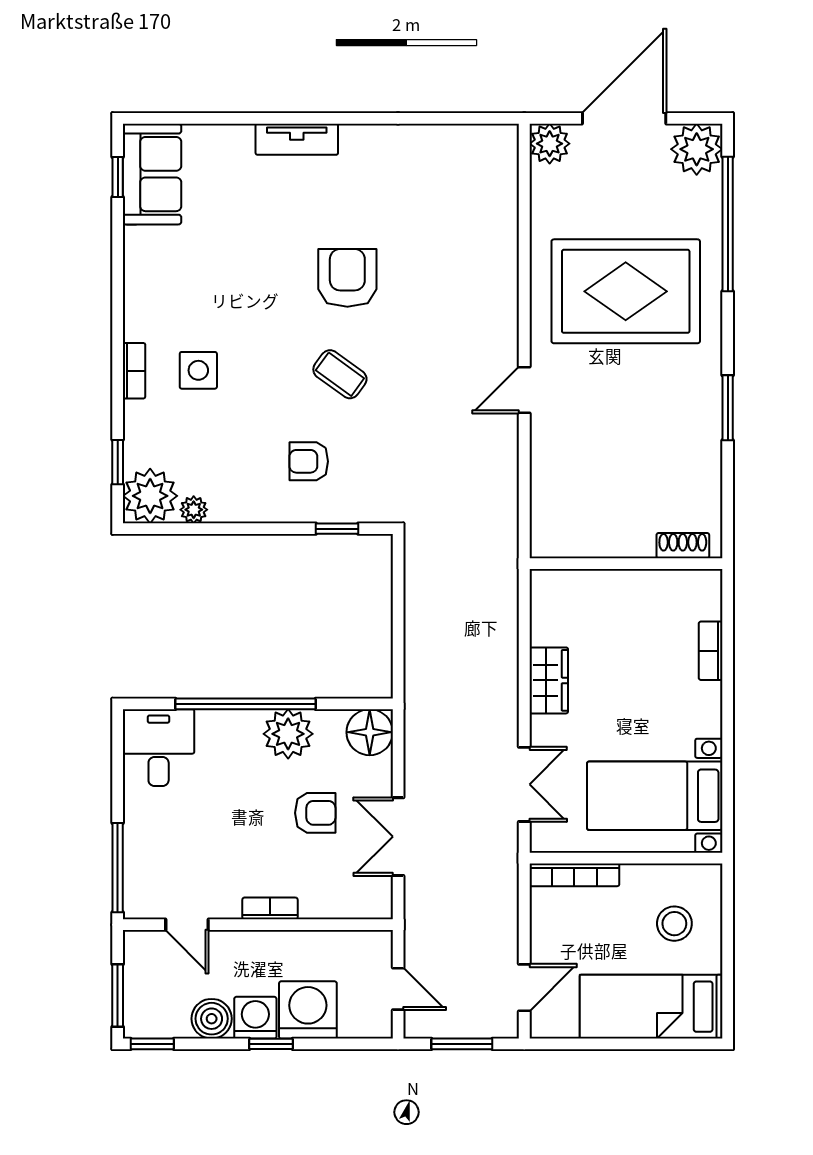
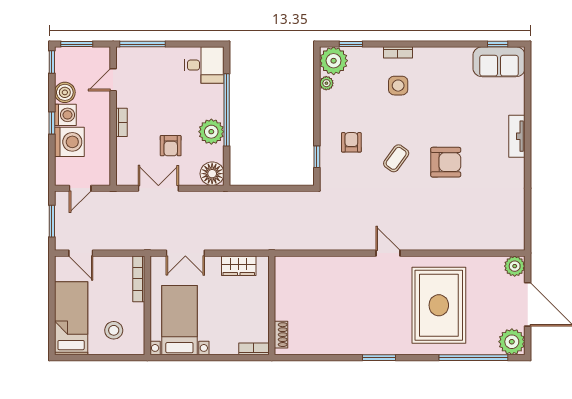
shoe rack: (683, 546) -> (281, 335), moved
wall: (626, 564) -> (272, 305), moved

